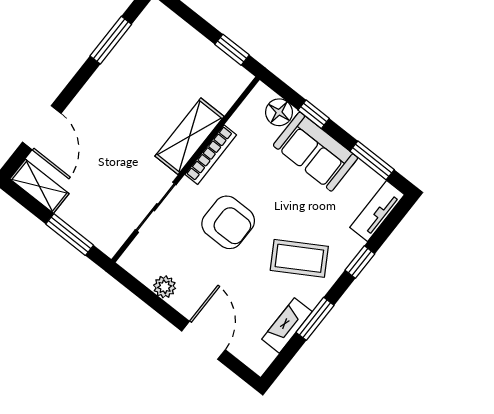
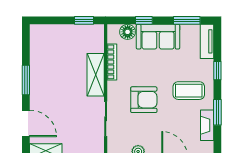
window: (111, 40) -> (26, 80), moved
bookcase: (211, 155) -> (112, 62), moved
coffee table: (299, 258) -> (189, 91), turned 31

